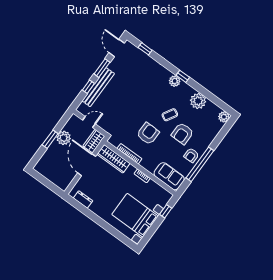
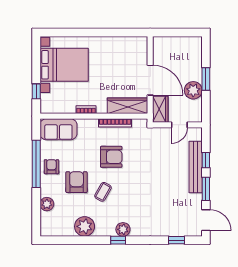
plant: (224, 117) -> (47, 204), moved
armchair: (148, 134) -> (111, 157), turned -91
dresser: (83, 199) -> (128, 42), removed

